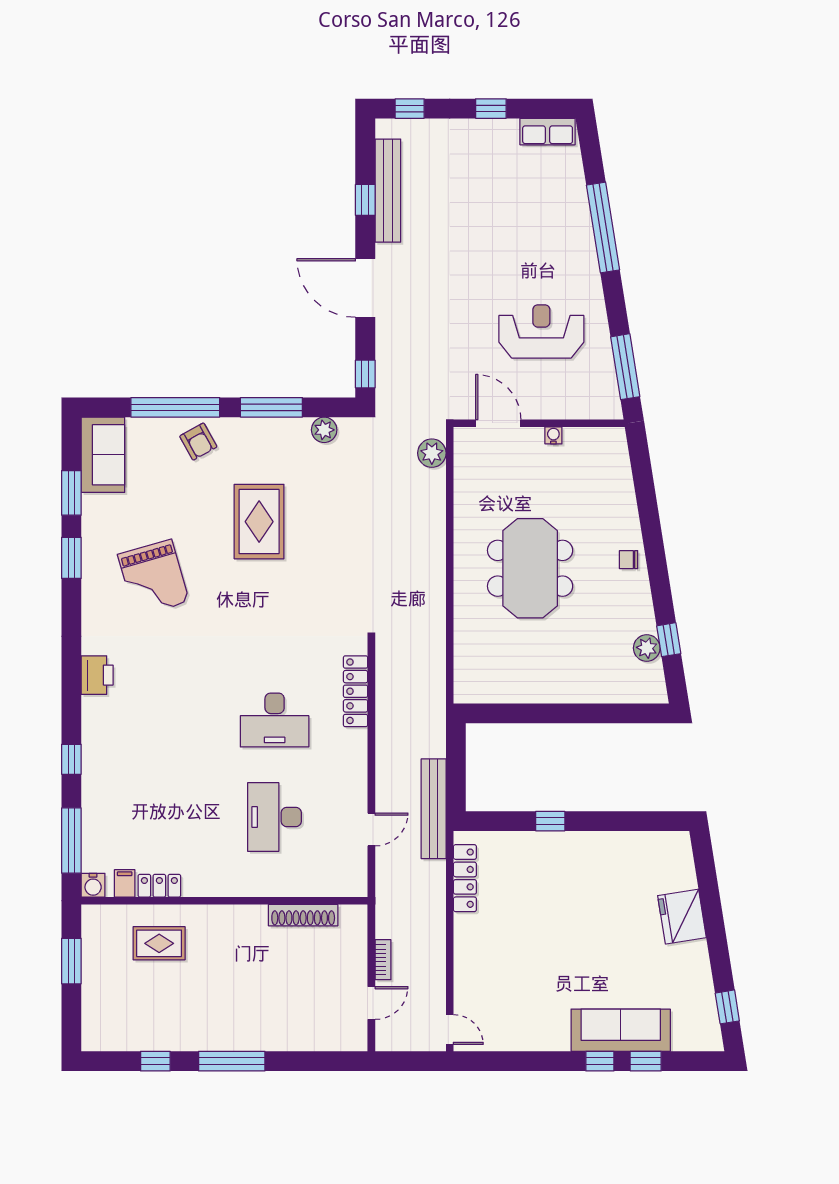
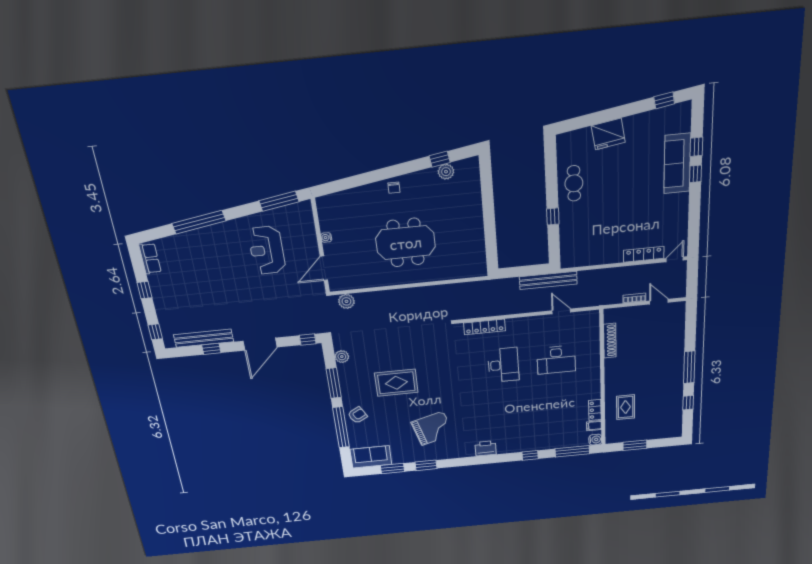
cafe table: (605, 858) -> (574, 183), added
locker: (465, 878) -> (644, 254), moved

